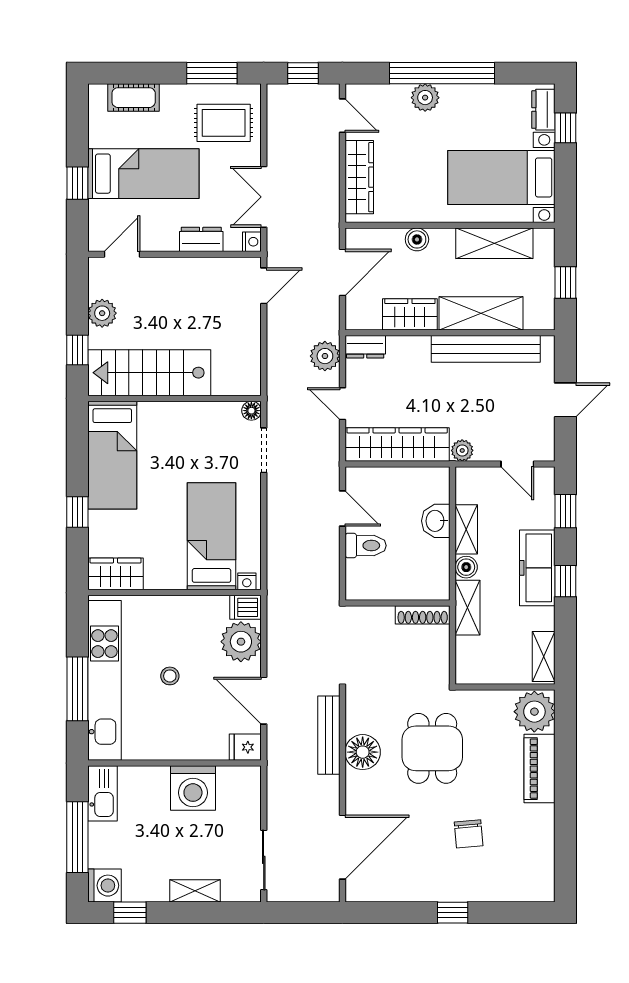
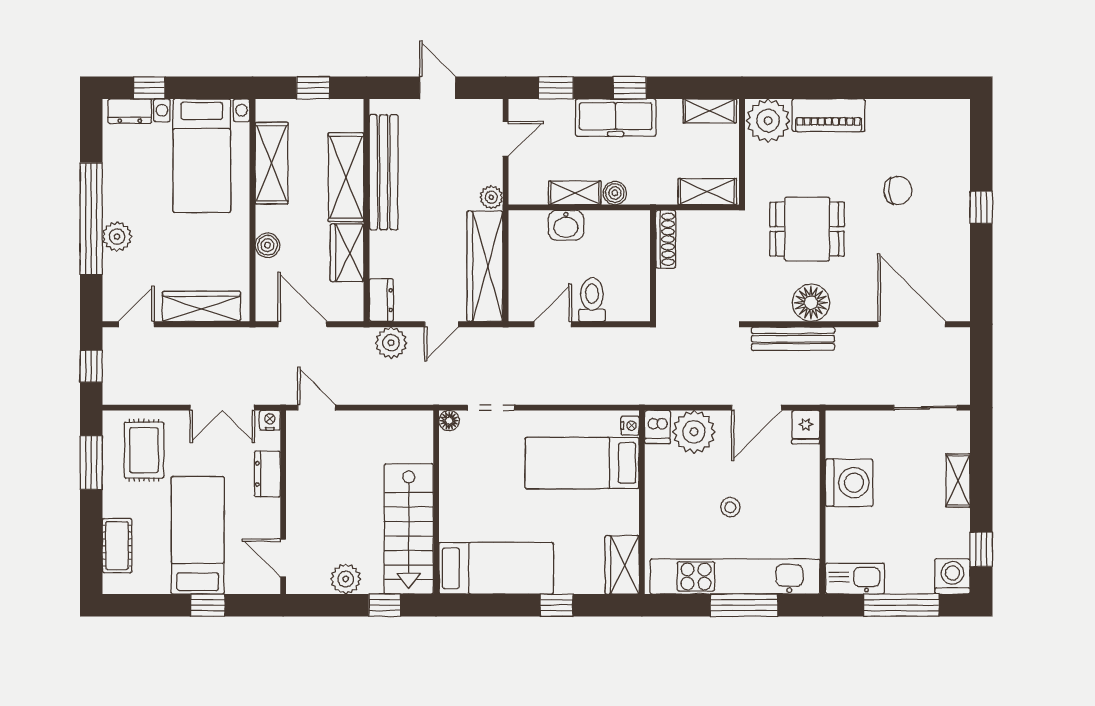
shelving: (468, 608) -> (707, 192), moved

